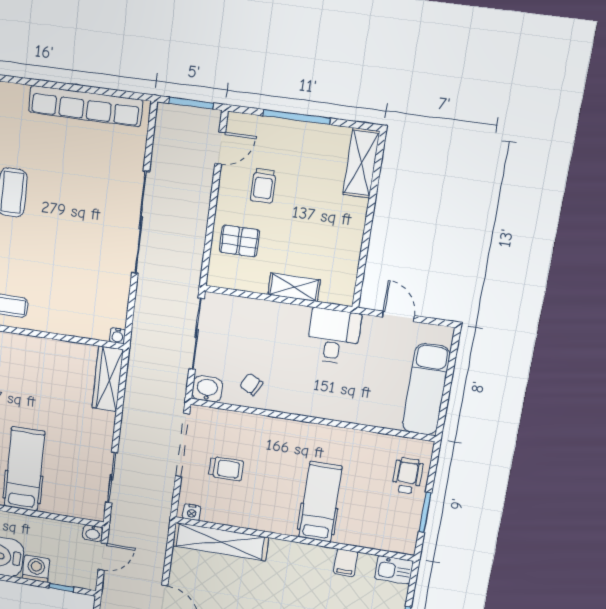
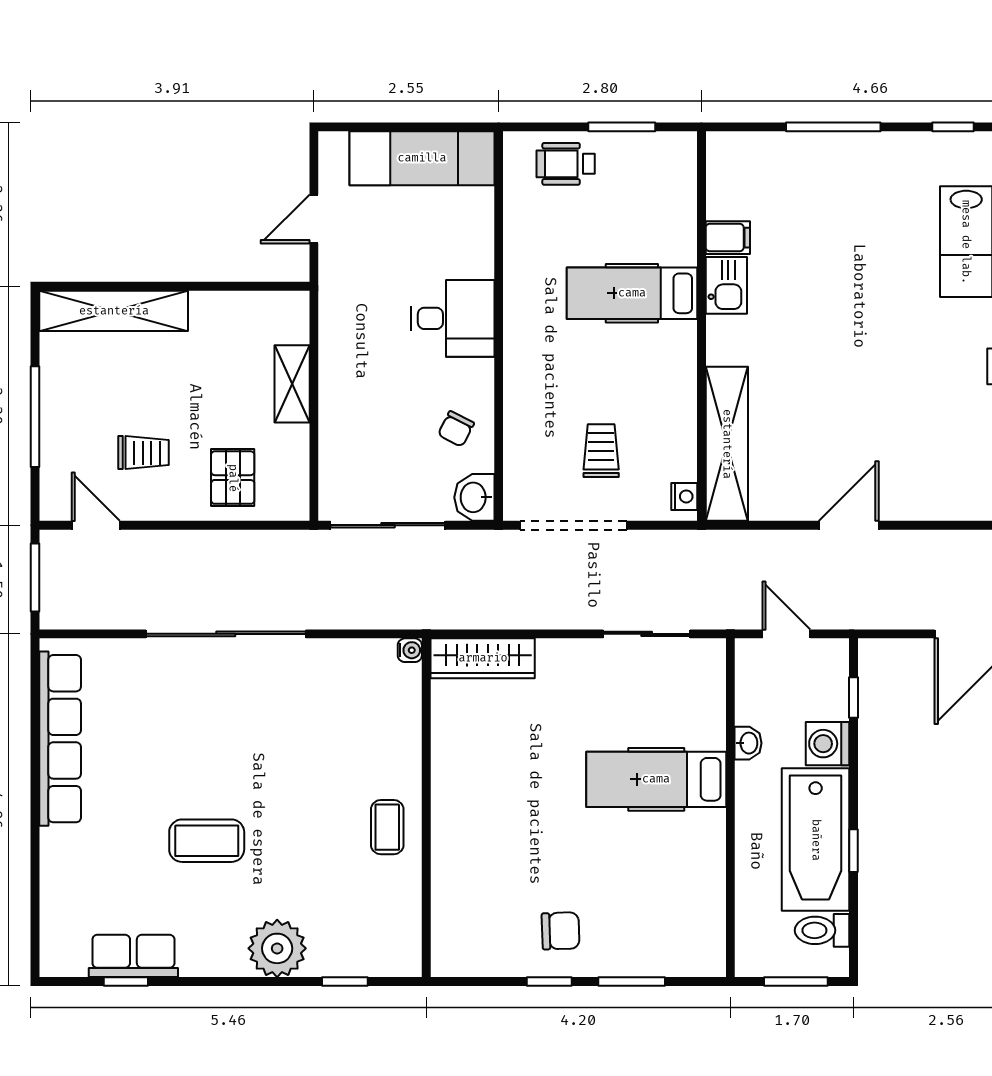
shelving: (361, 163) -> (114, 311), width x1.47
desk: (334, 336) -> (453, 318), moved, turned 180
washbasin: (93, 533) -> (748, 743), moved
kitchen sink: (394, 570) -> (726, 285), moved

